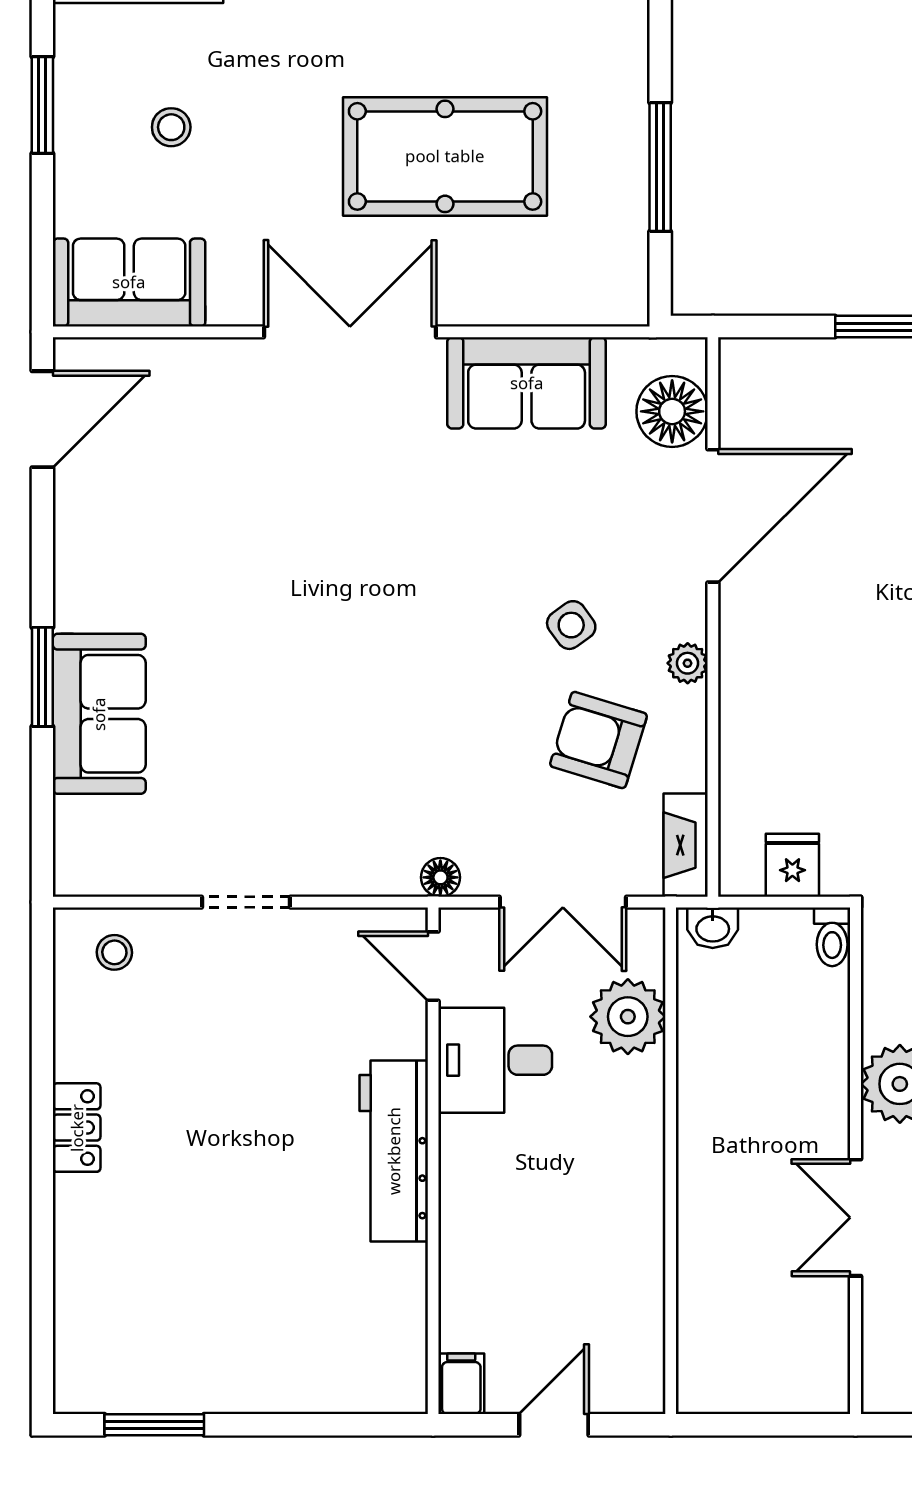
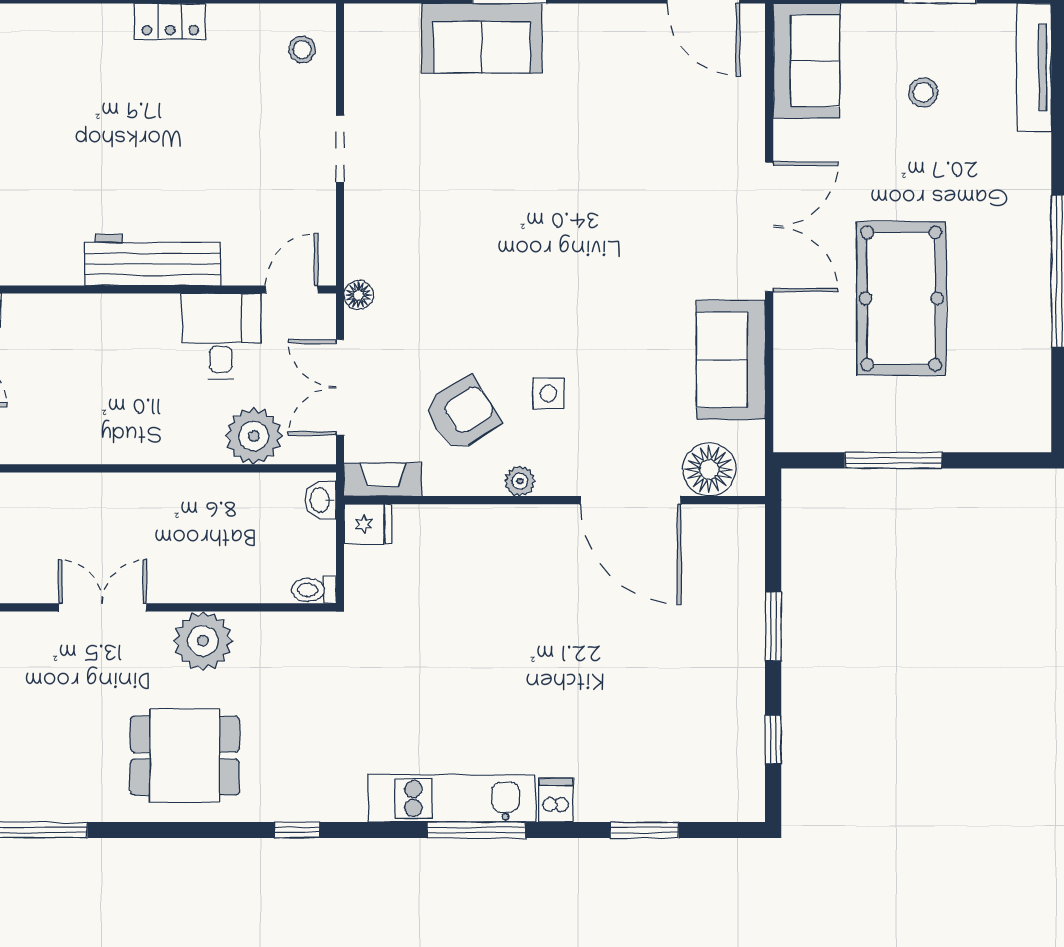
side table: (571, 625) -> (548, 393), turned 36
armchair: (599, 740) -> (462, 414), turned 41
fridge: (792, 865) -> (368, 524), moved

